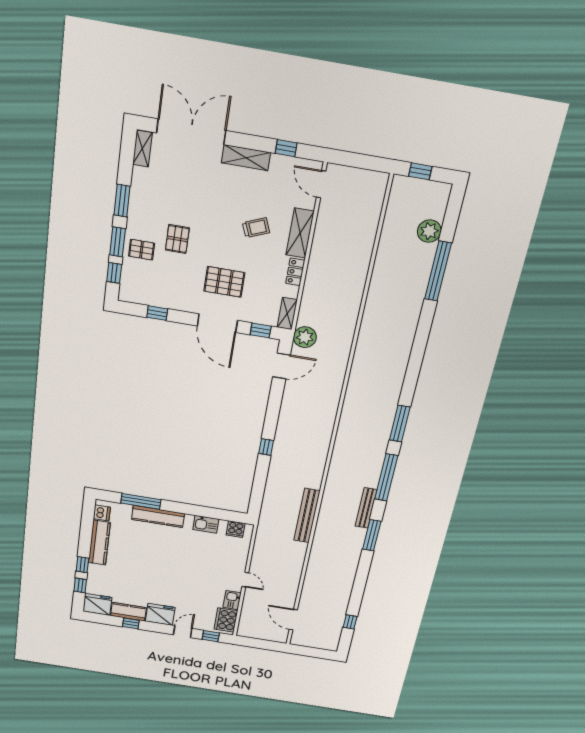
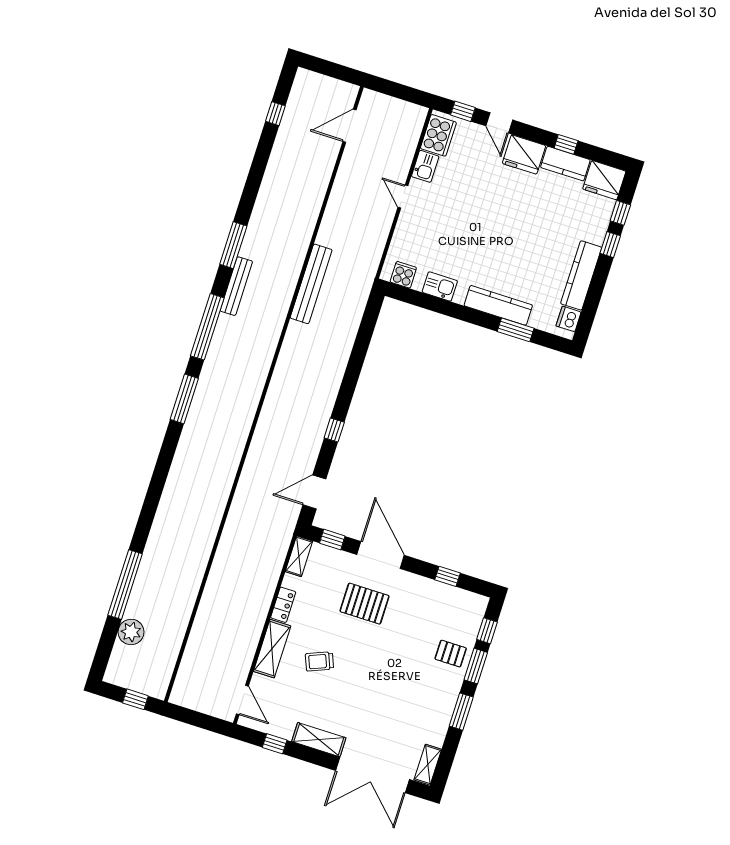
pallet: (177, 239) -> (408, 660), removed
plant: (305, 337) -> (283, 525), removed
window: (266, 447) -> (334, 430), moved
window: (141, 501) -> (516, 330), width x0.69
door: (293, 620) -> (349, 126), swing flipped
door: (183, 632) -> (499, 123), hinge flipped

